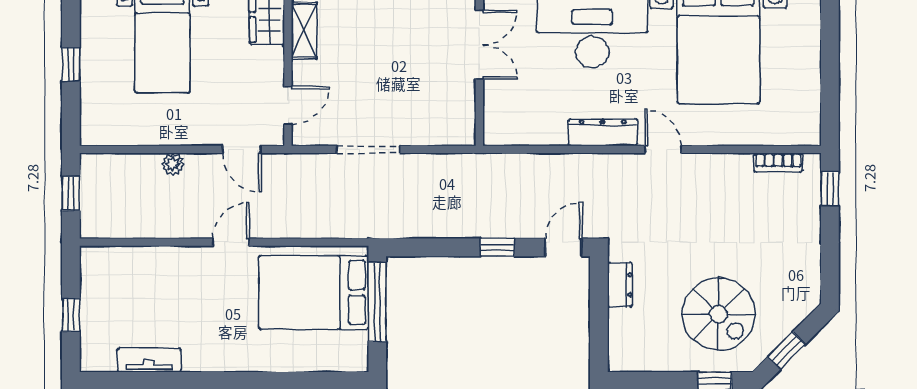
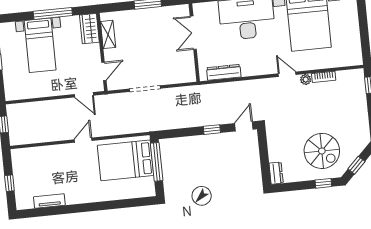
double door: (479, 45) -> (193, 33), swing flipped
dresser: (603, 132) -> (224, 72), moved
bookcase: (778, 162) -> (324, 77), moved
plant: (173, 164) -> (306, 79), moved
dresser: (620, 285) -> (276, 173), moved

